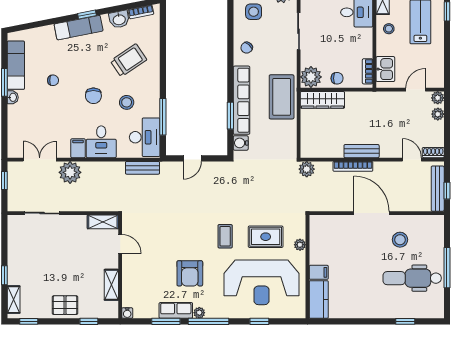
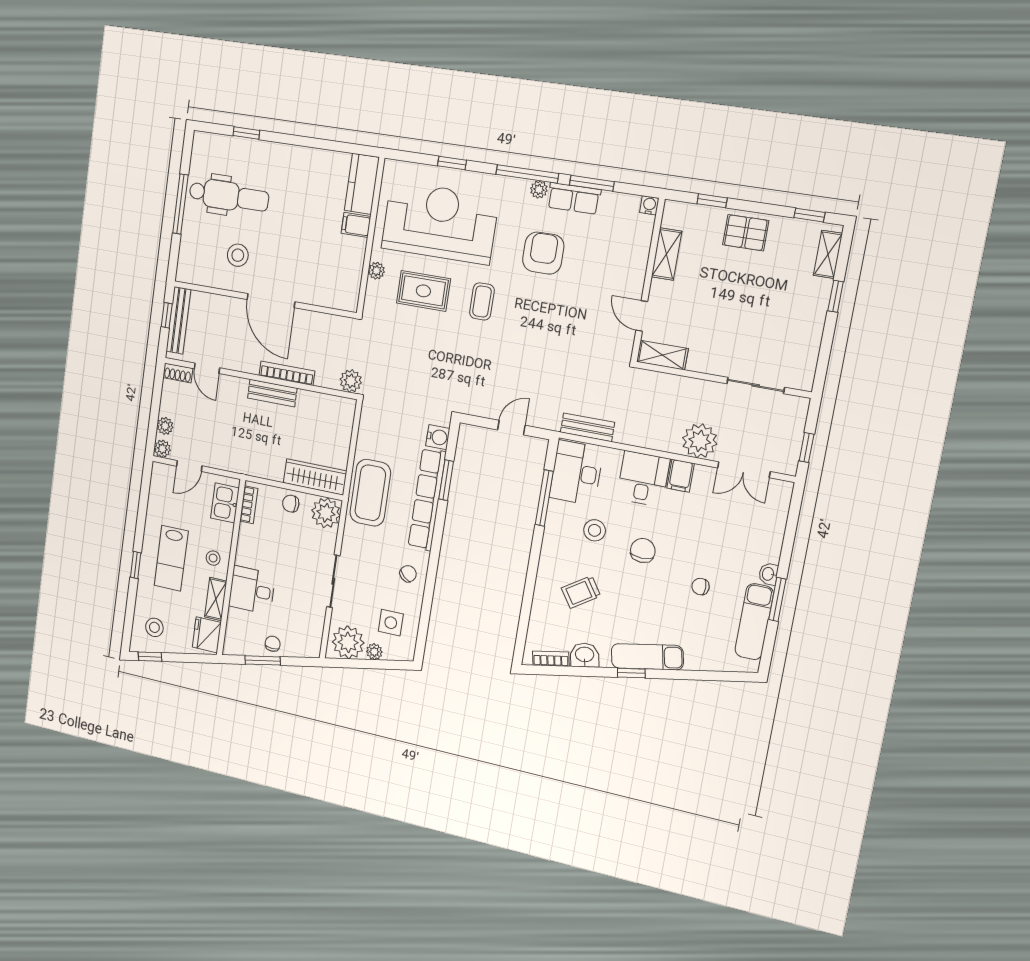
trolley: (129, 60) -> (581, 592), width x0.73, depth x0.72

